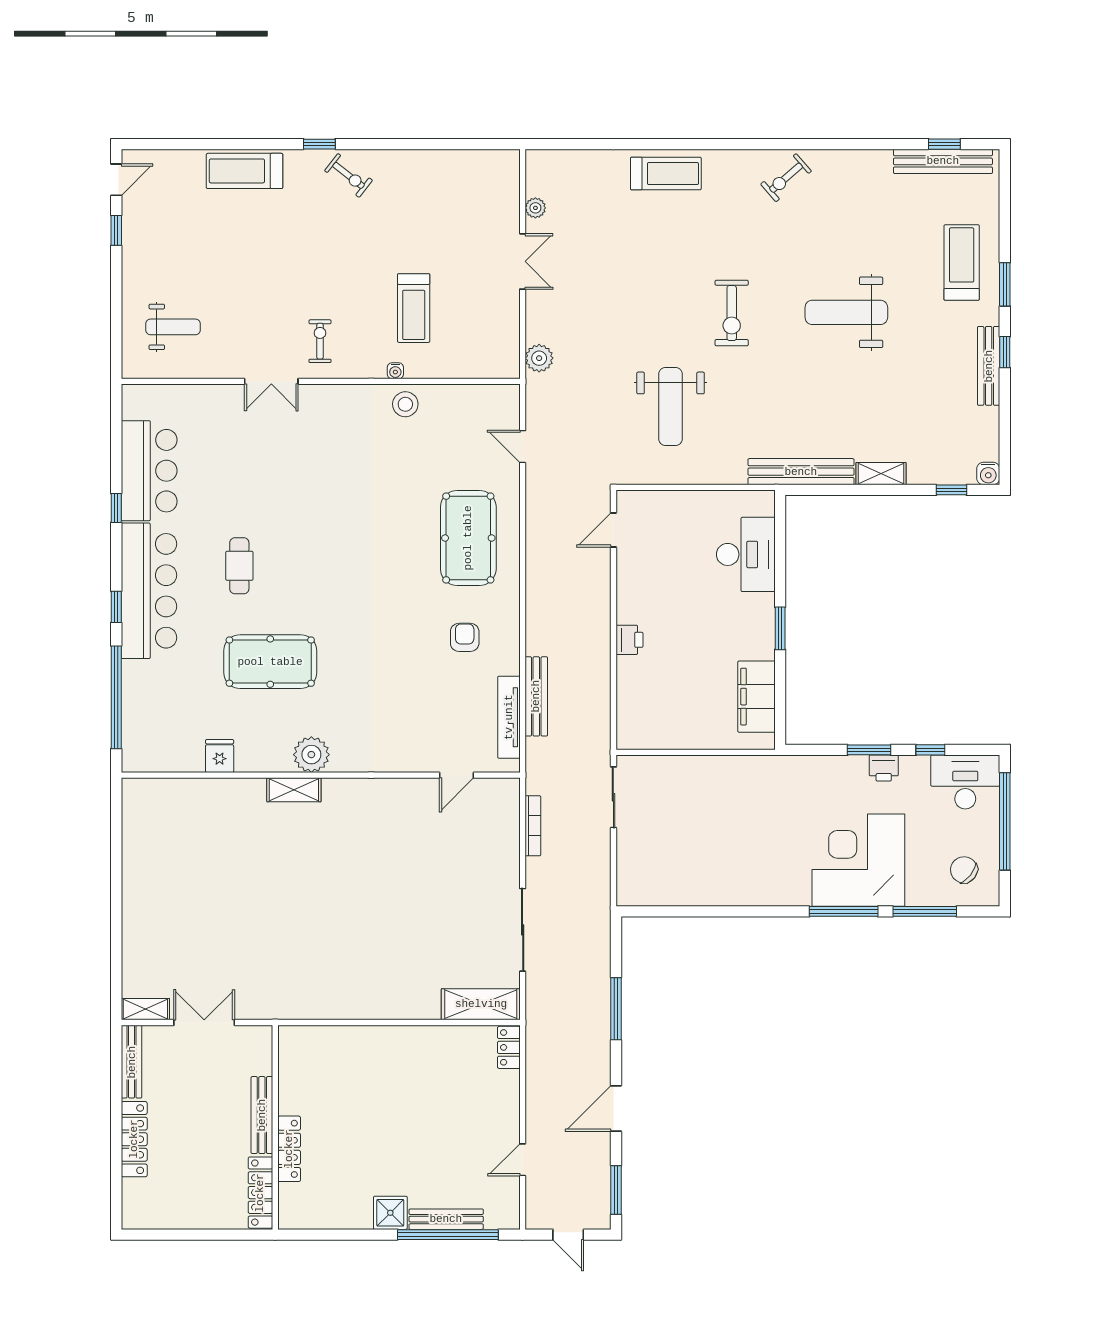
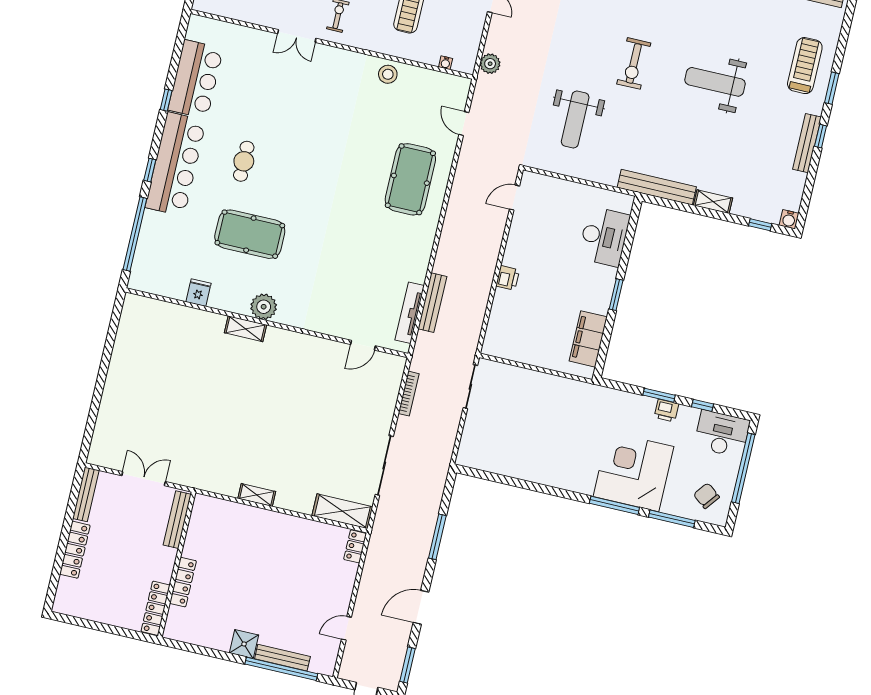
water cooler: (395, 371) -> (446, 63), moved
armchair: (465, 637) -> (391, 249), removed
shelving: (145, 1009) -> (257, 495), moved
bench: (262, 1115) -> (177, 520), moved

